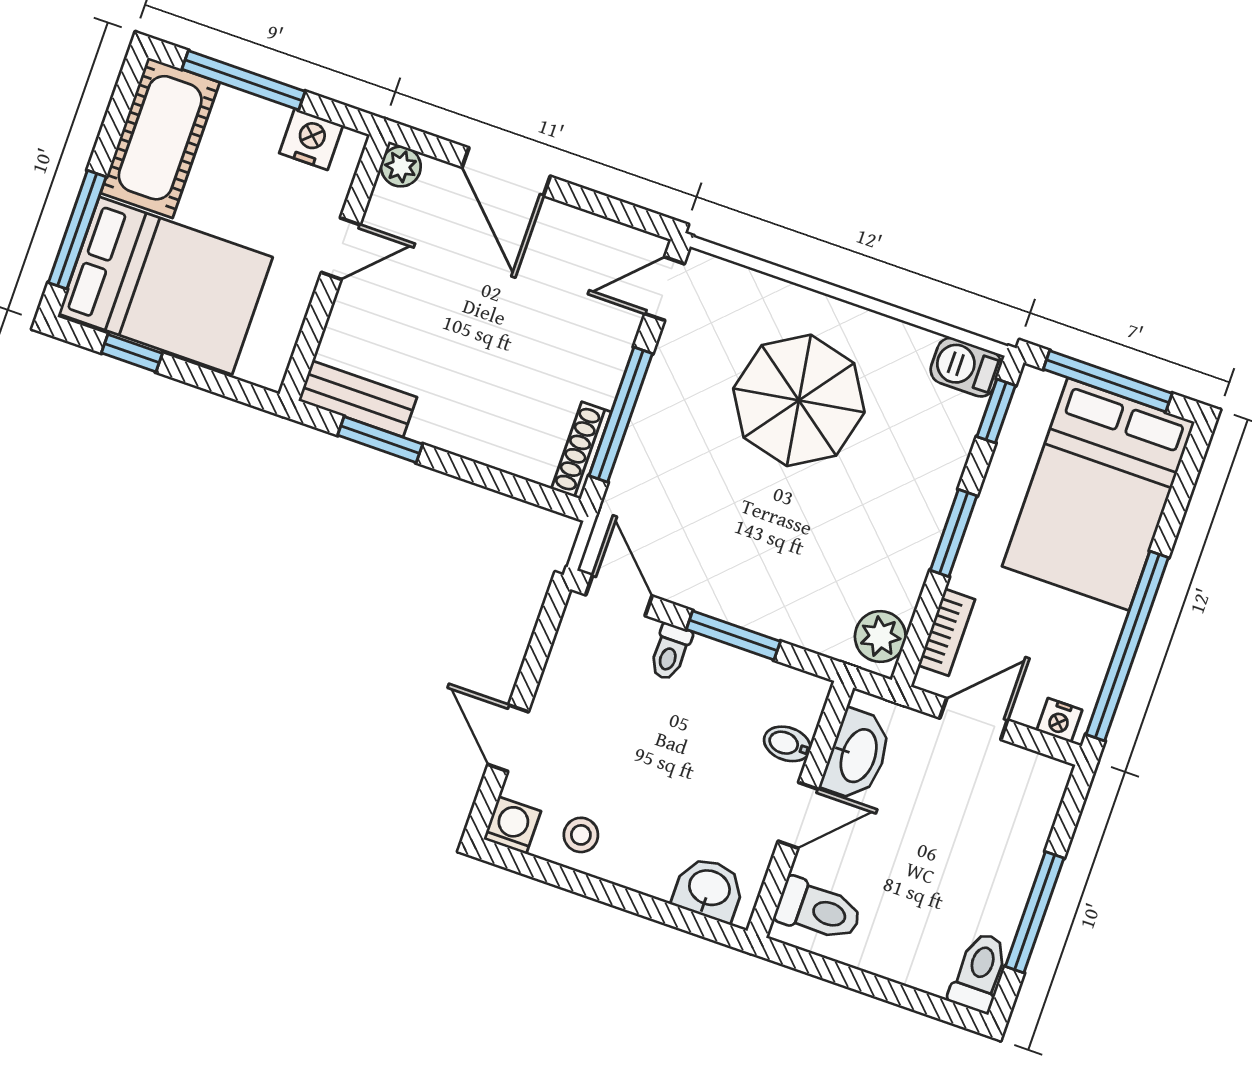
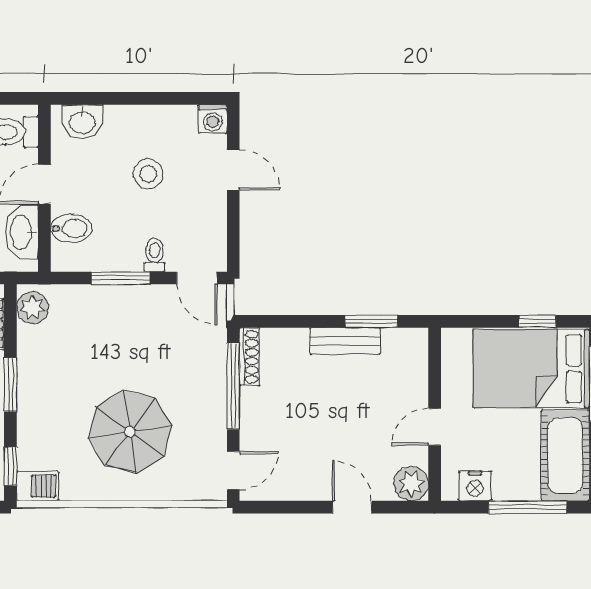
plant: (401, 167) -> (411, 484), width x1.38, depth x1.38
door: (506, 172) -> (352, 507), width x0.73
bench: (358, 399) -> (345, 341), moved
bidet: (787, 744) -> (71, 228), width x1.38, depth x1.36
stool: (581, 835) -> (148, 174), moved, width x1.37, depth x1.37

